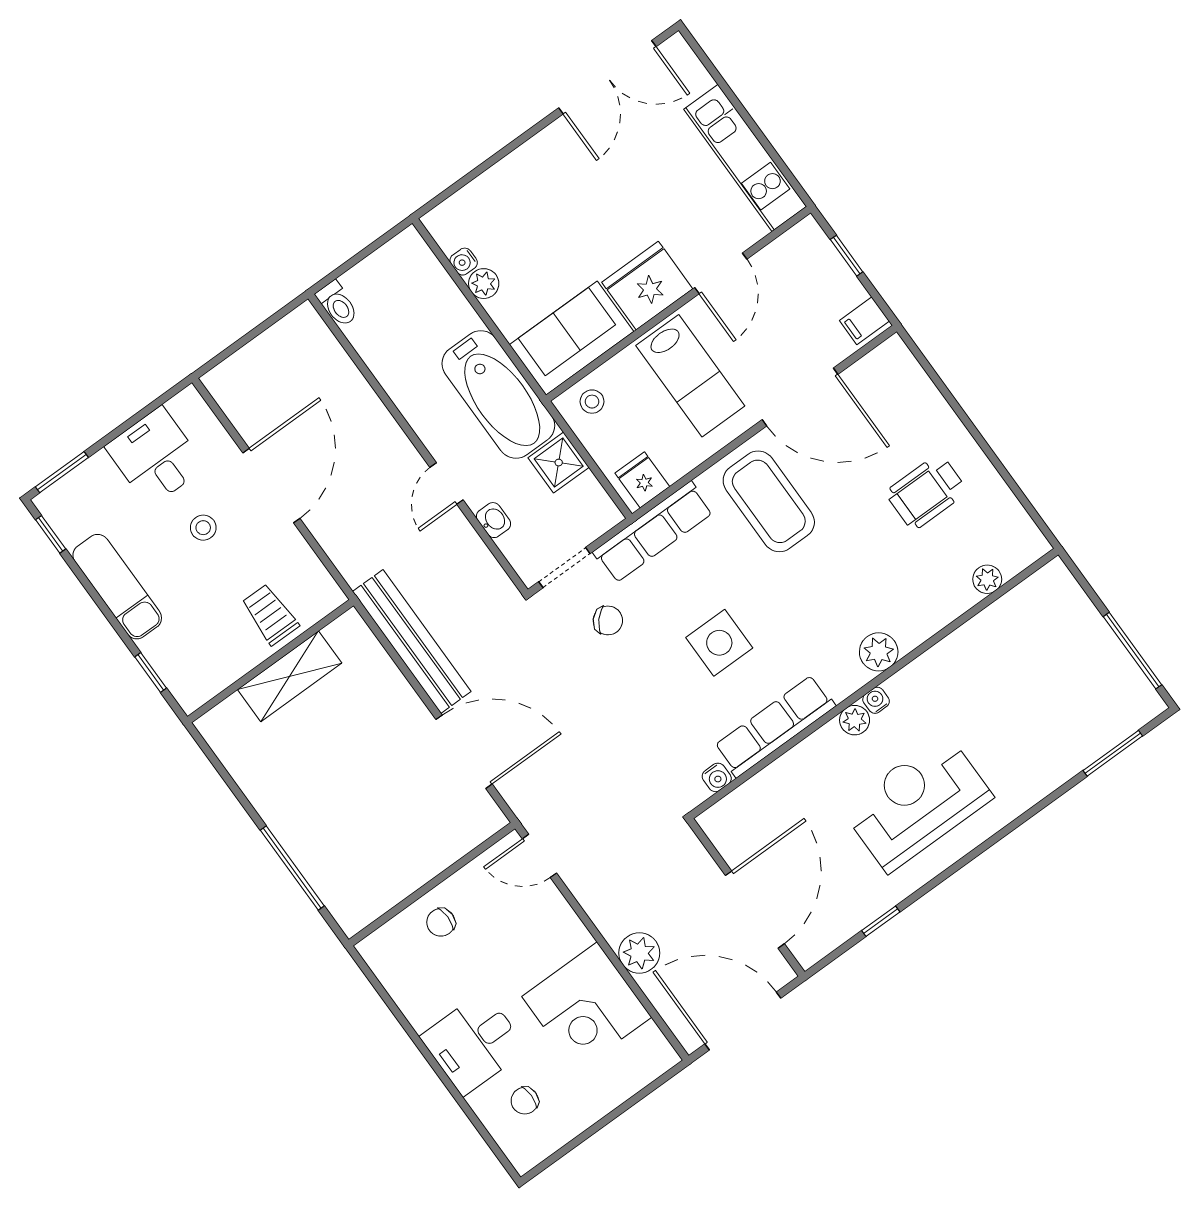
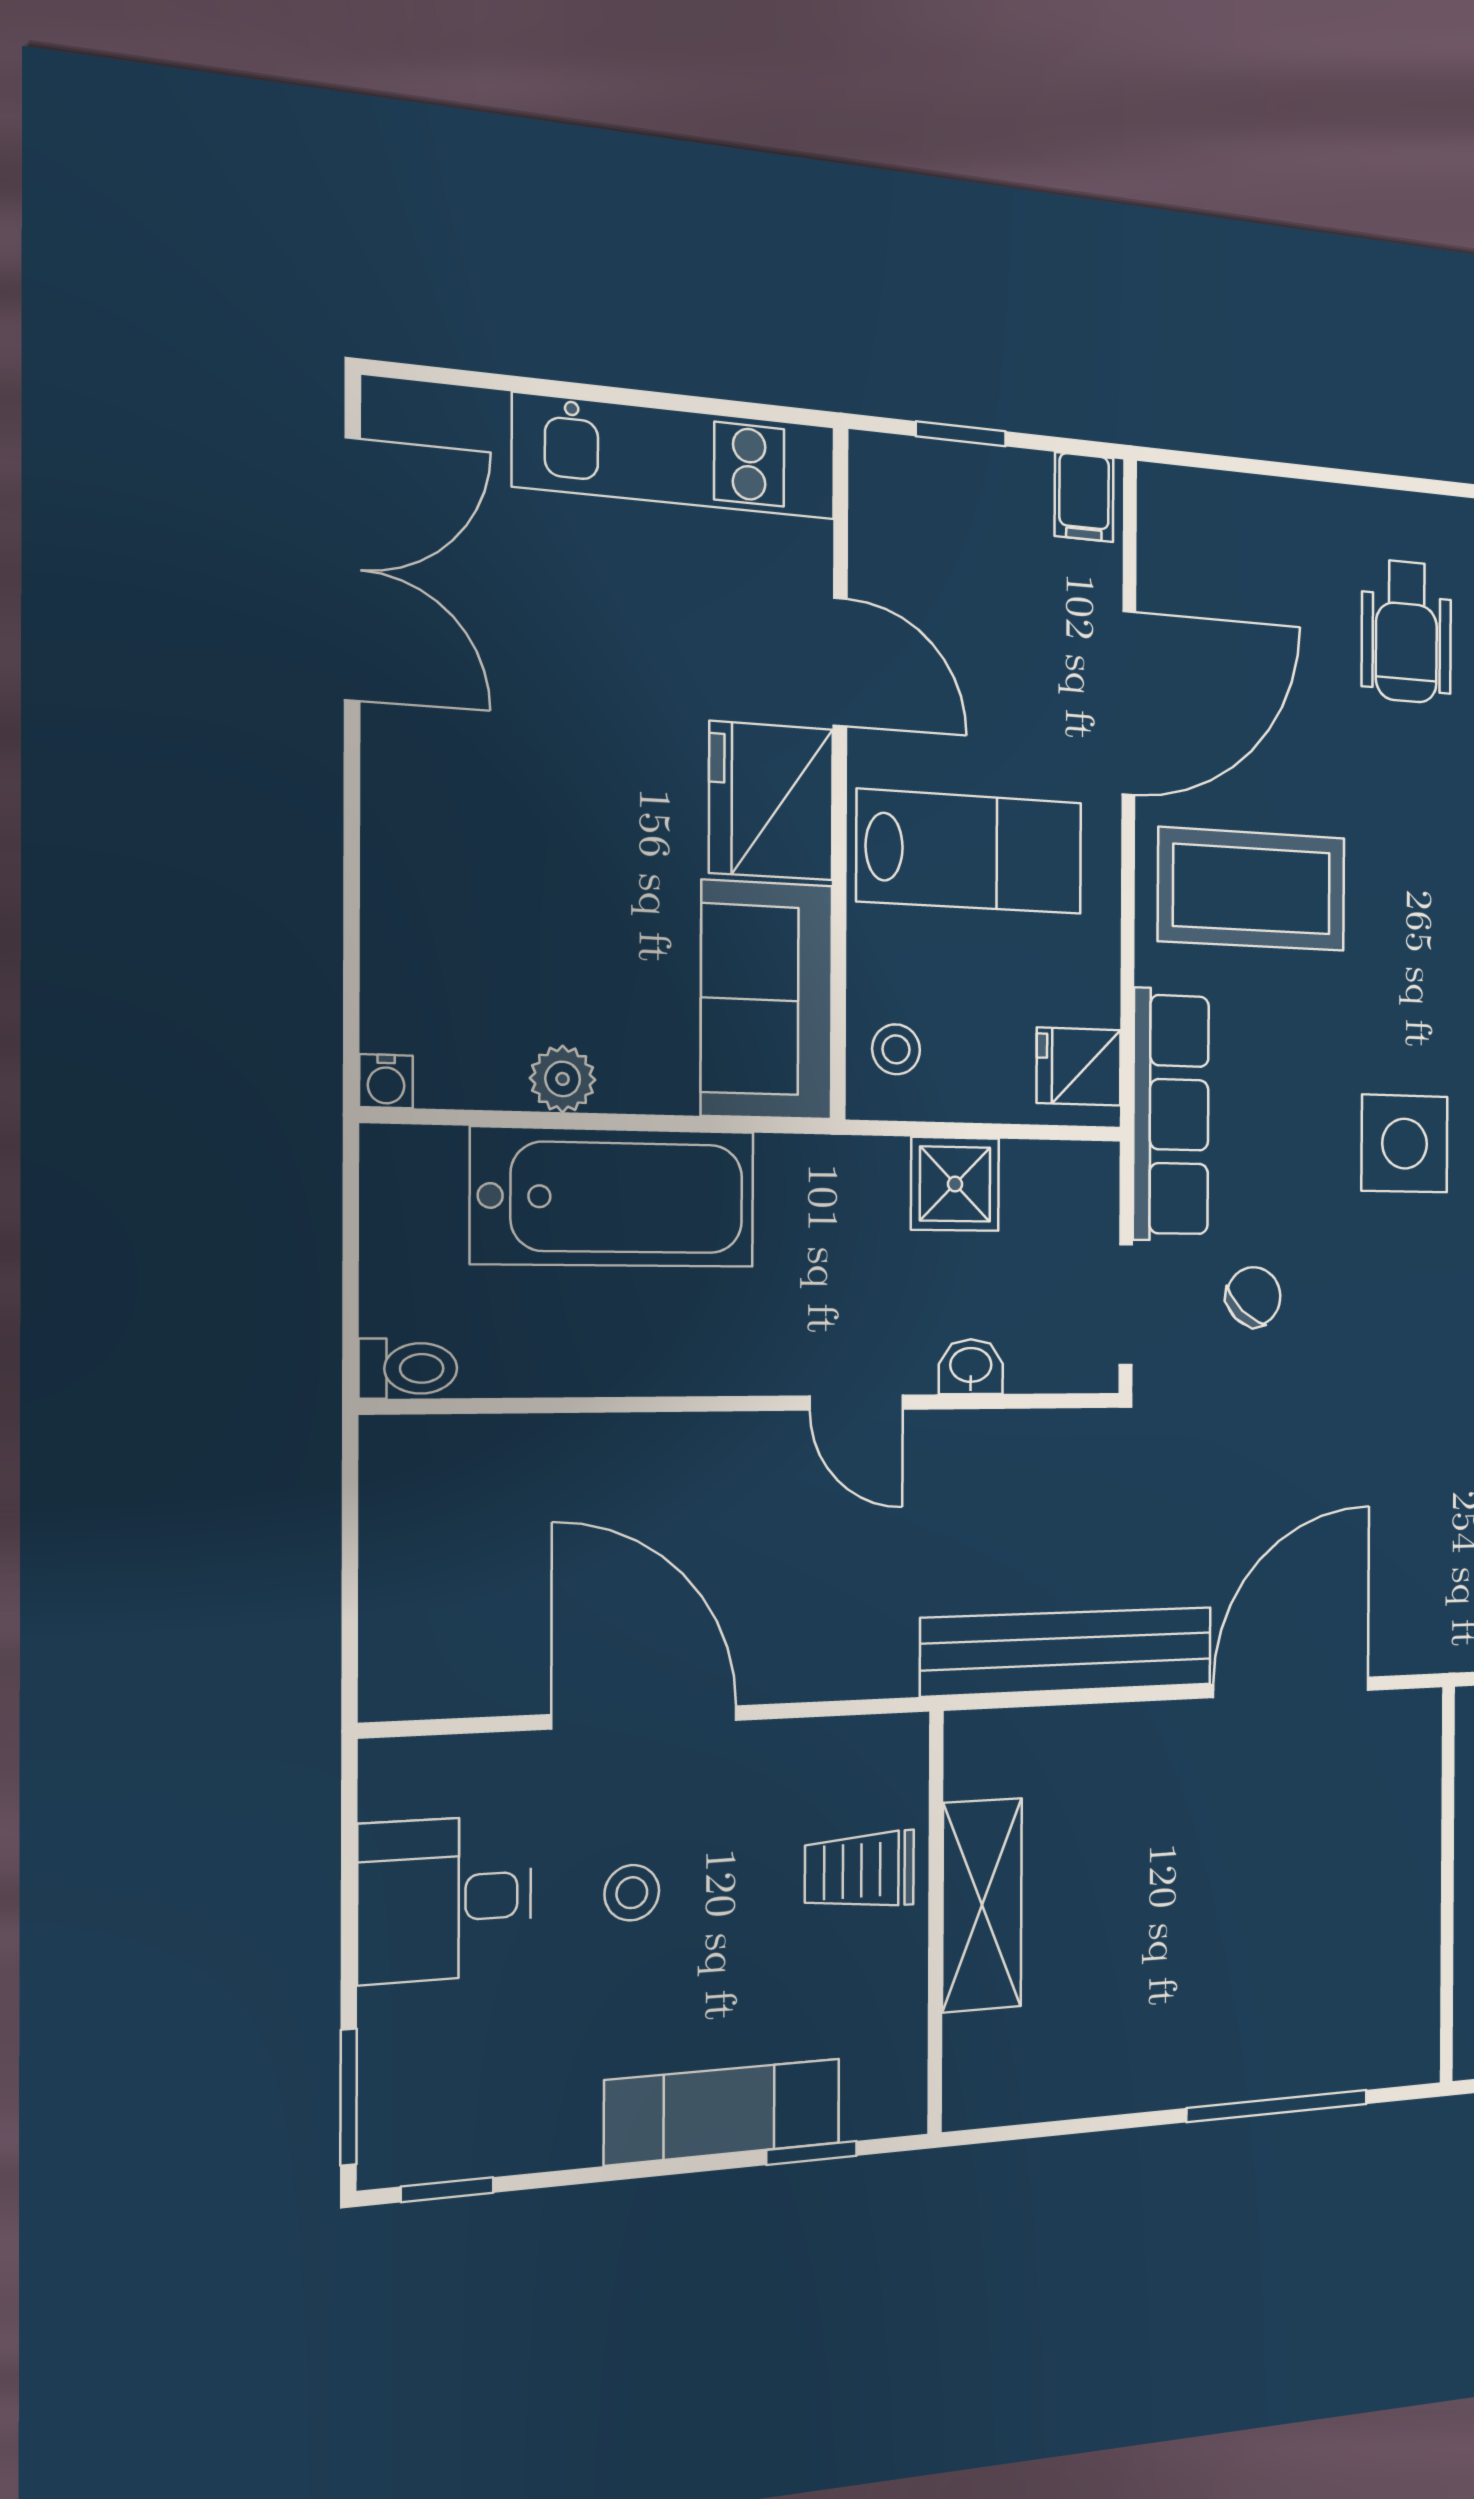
water cooler: (464, 262) -> (386, 1081), moved
bathtub: (498, 394) -> (614, 1197), moved
exam couch: (117, 587) -> (723, 2112), moved

